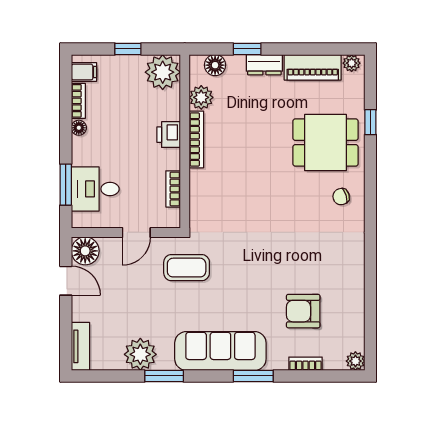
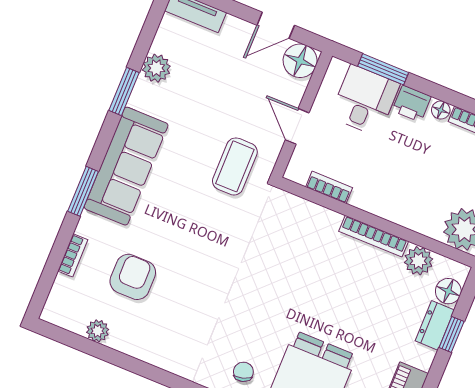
dresser: (264, 65) -> (435, 325), moved
printer: (169, 135) -> (412, 104), moved, turned 180
plant: (140, 354) -> (156, 68), width x0.73, depth x0.73
plant: (355, 361) -> (98, 331), moved

